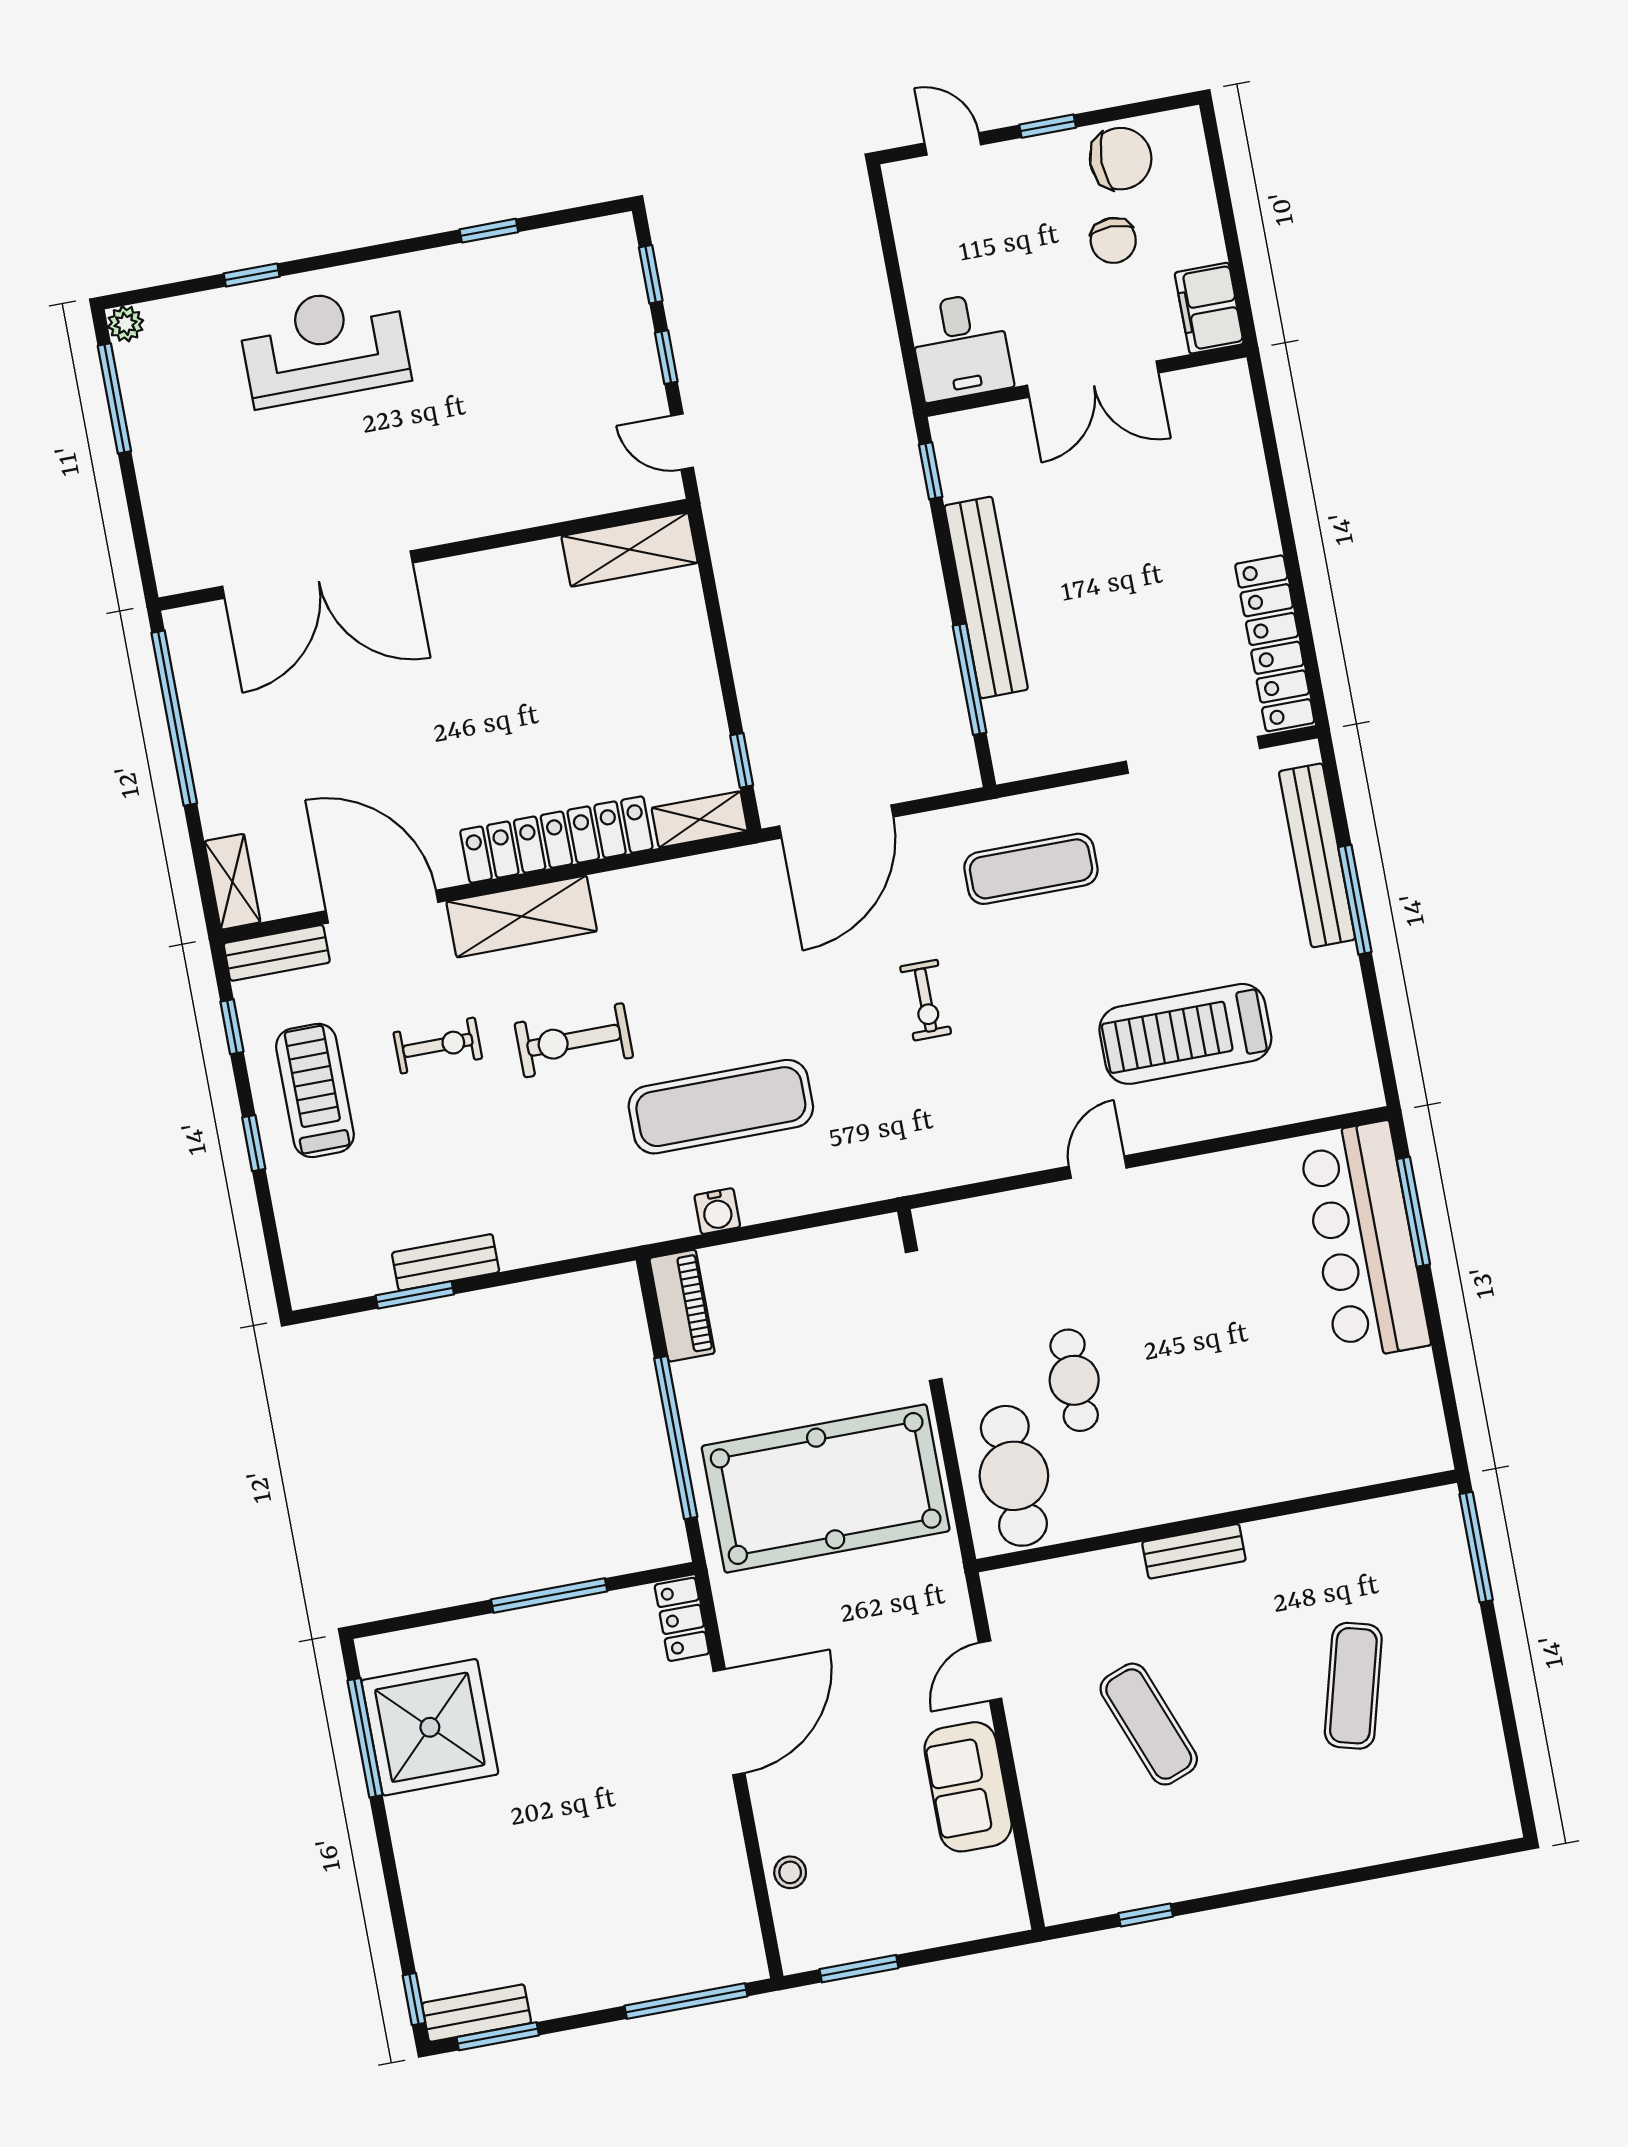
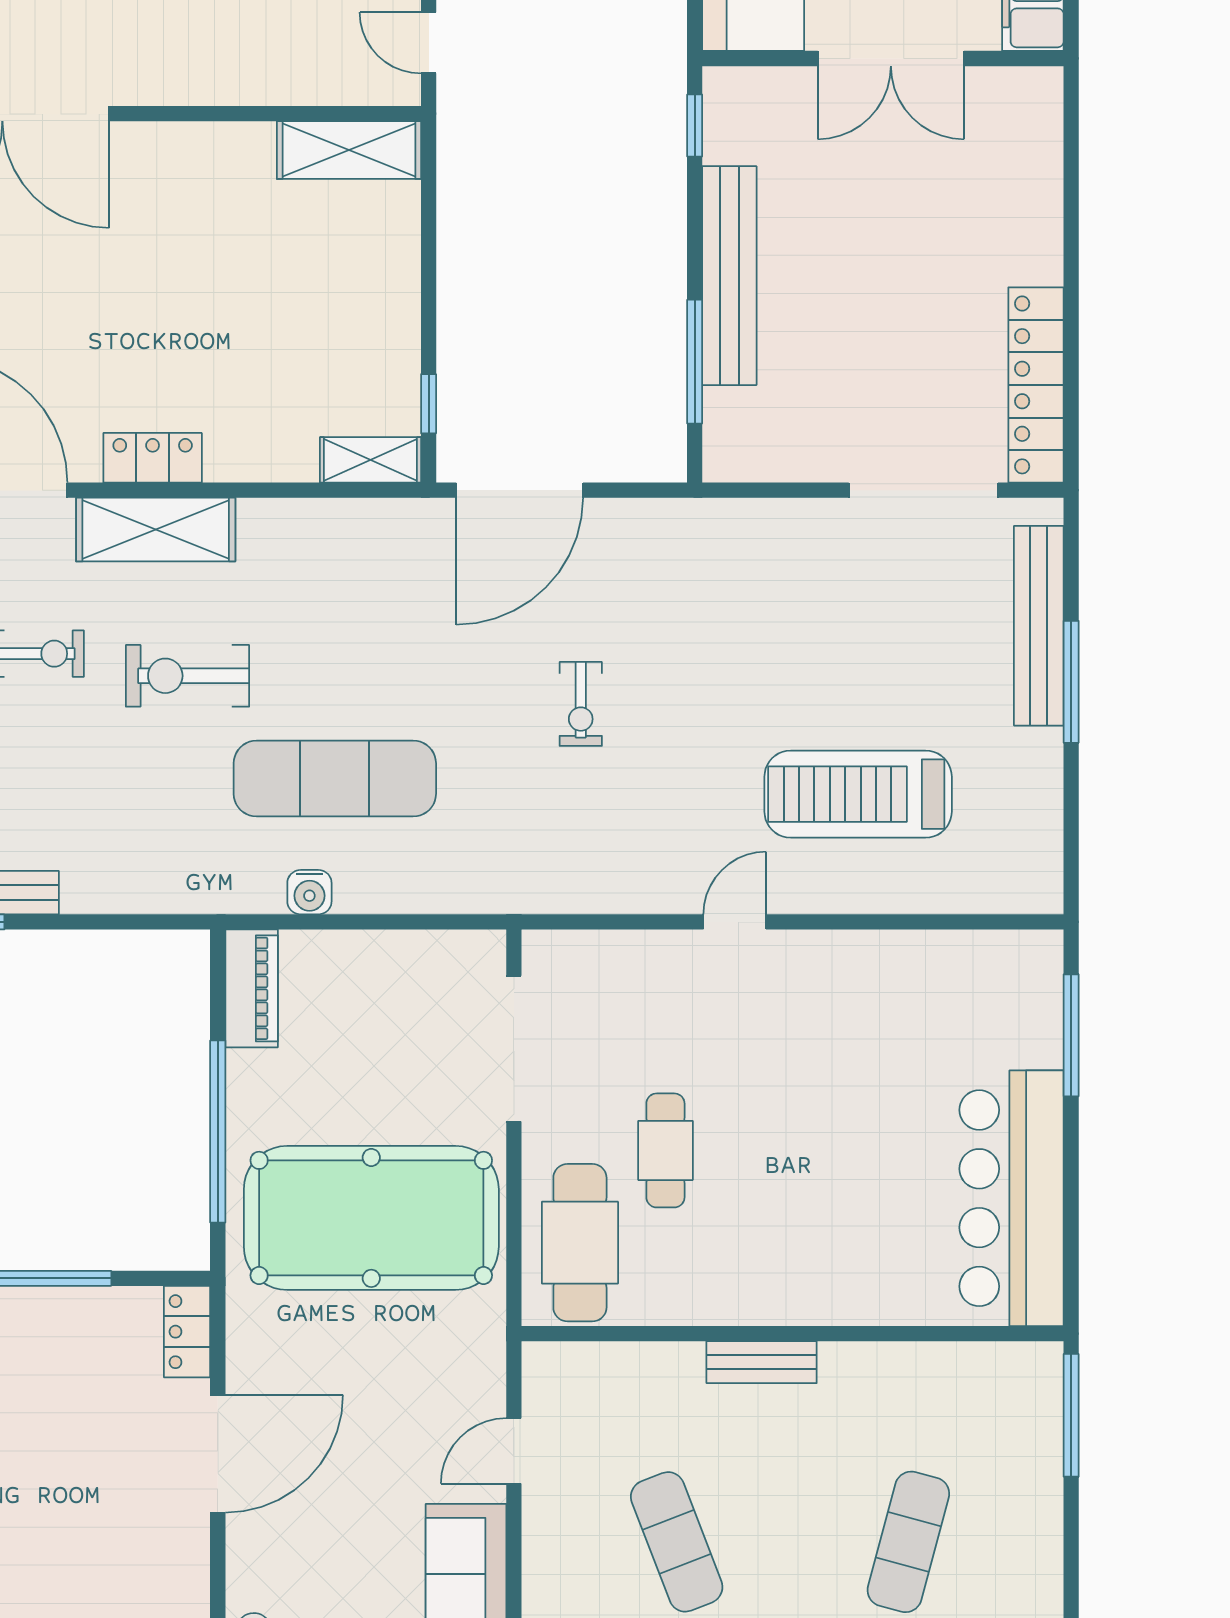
locker: (556, 840) -> (153, 458), width x0.46, depth x0.83
exercise mat: (1031, 869) -> (723, 582), removed
bar counter: (1364, 1241) -> (1012, 1198), moved

